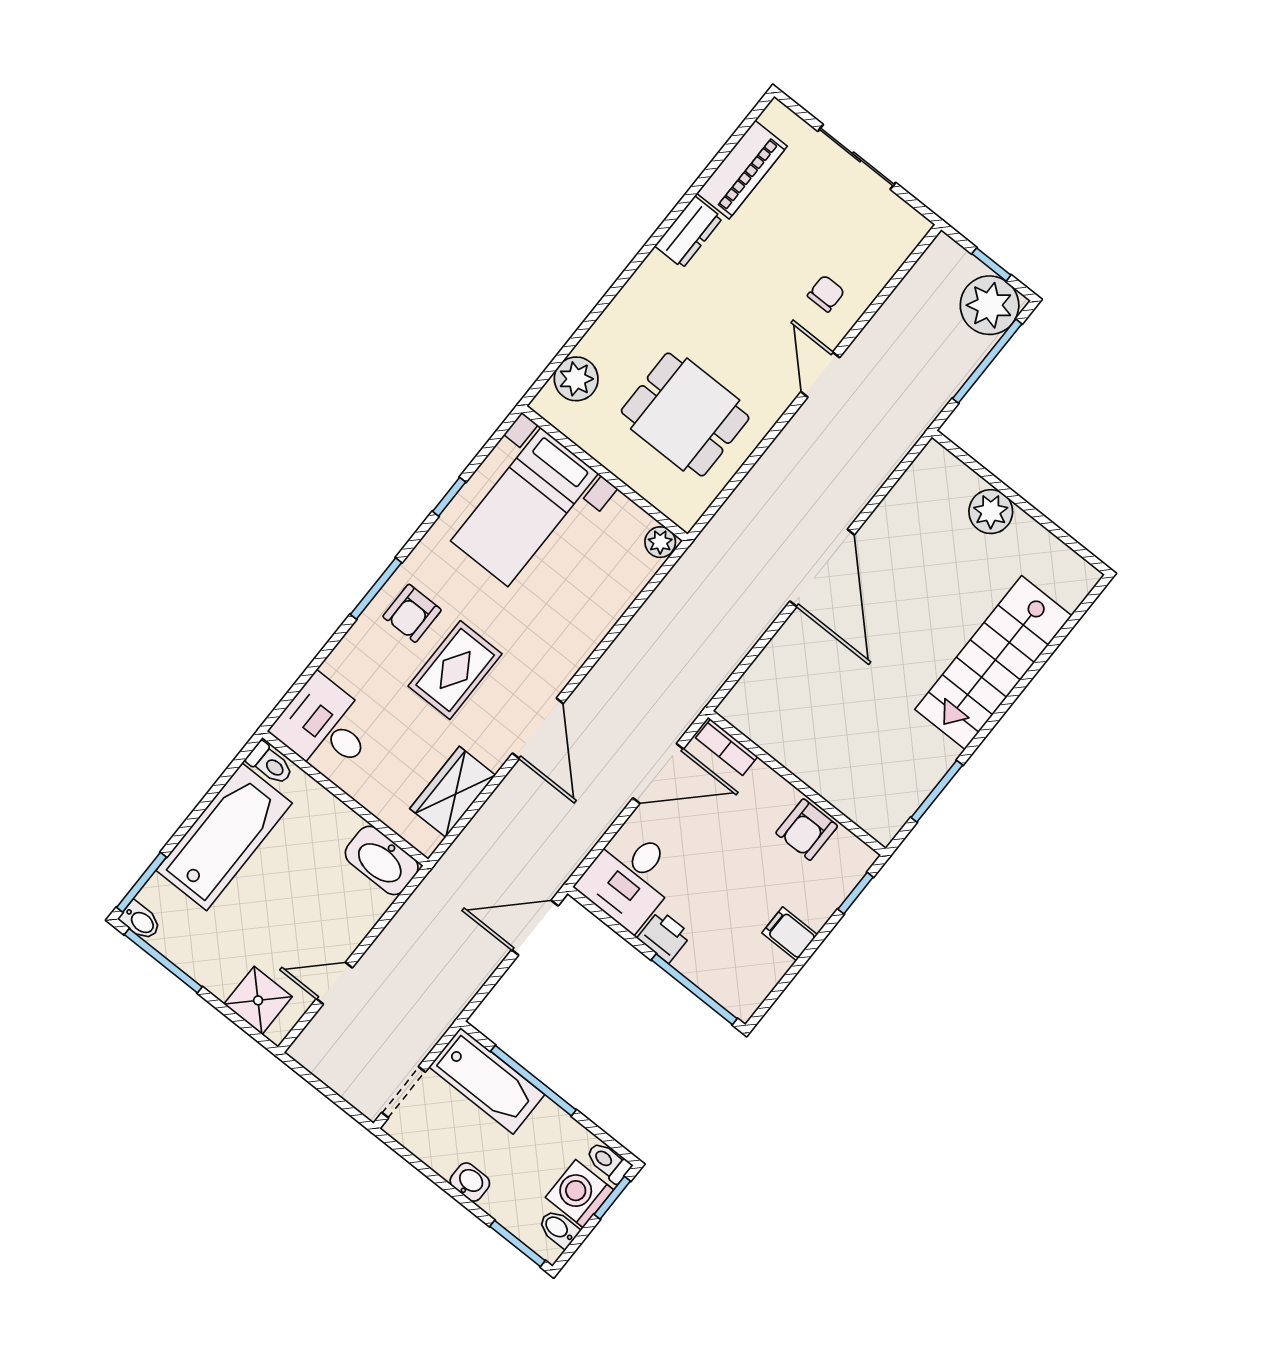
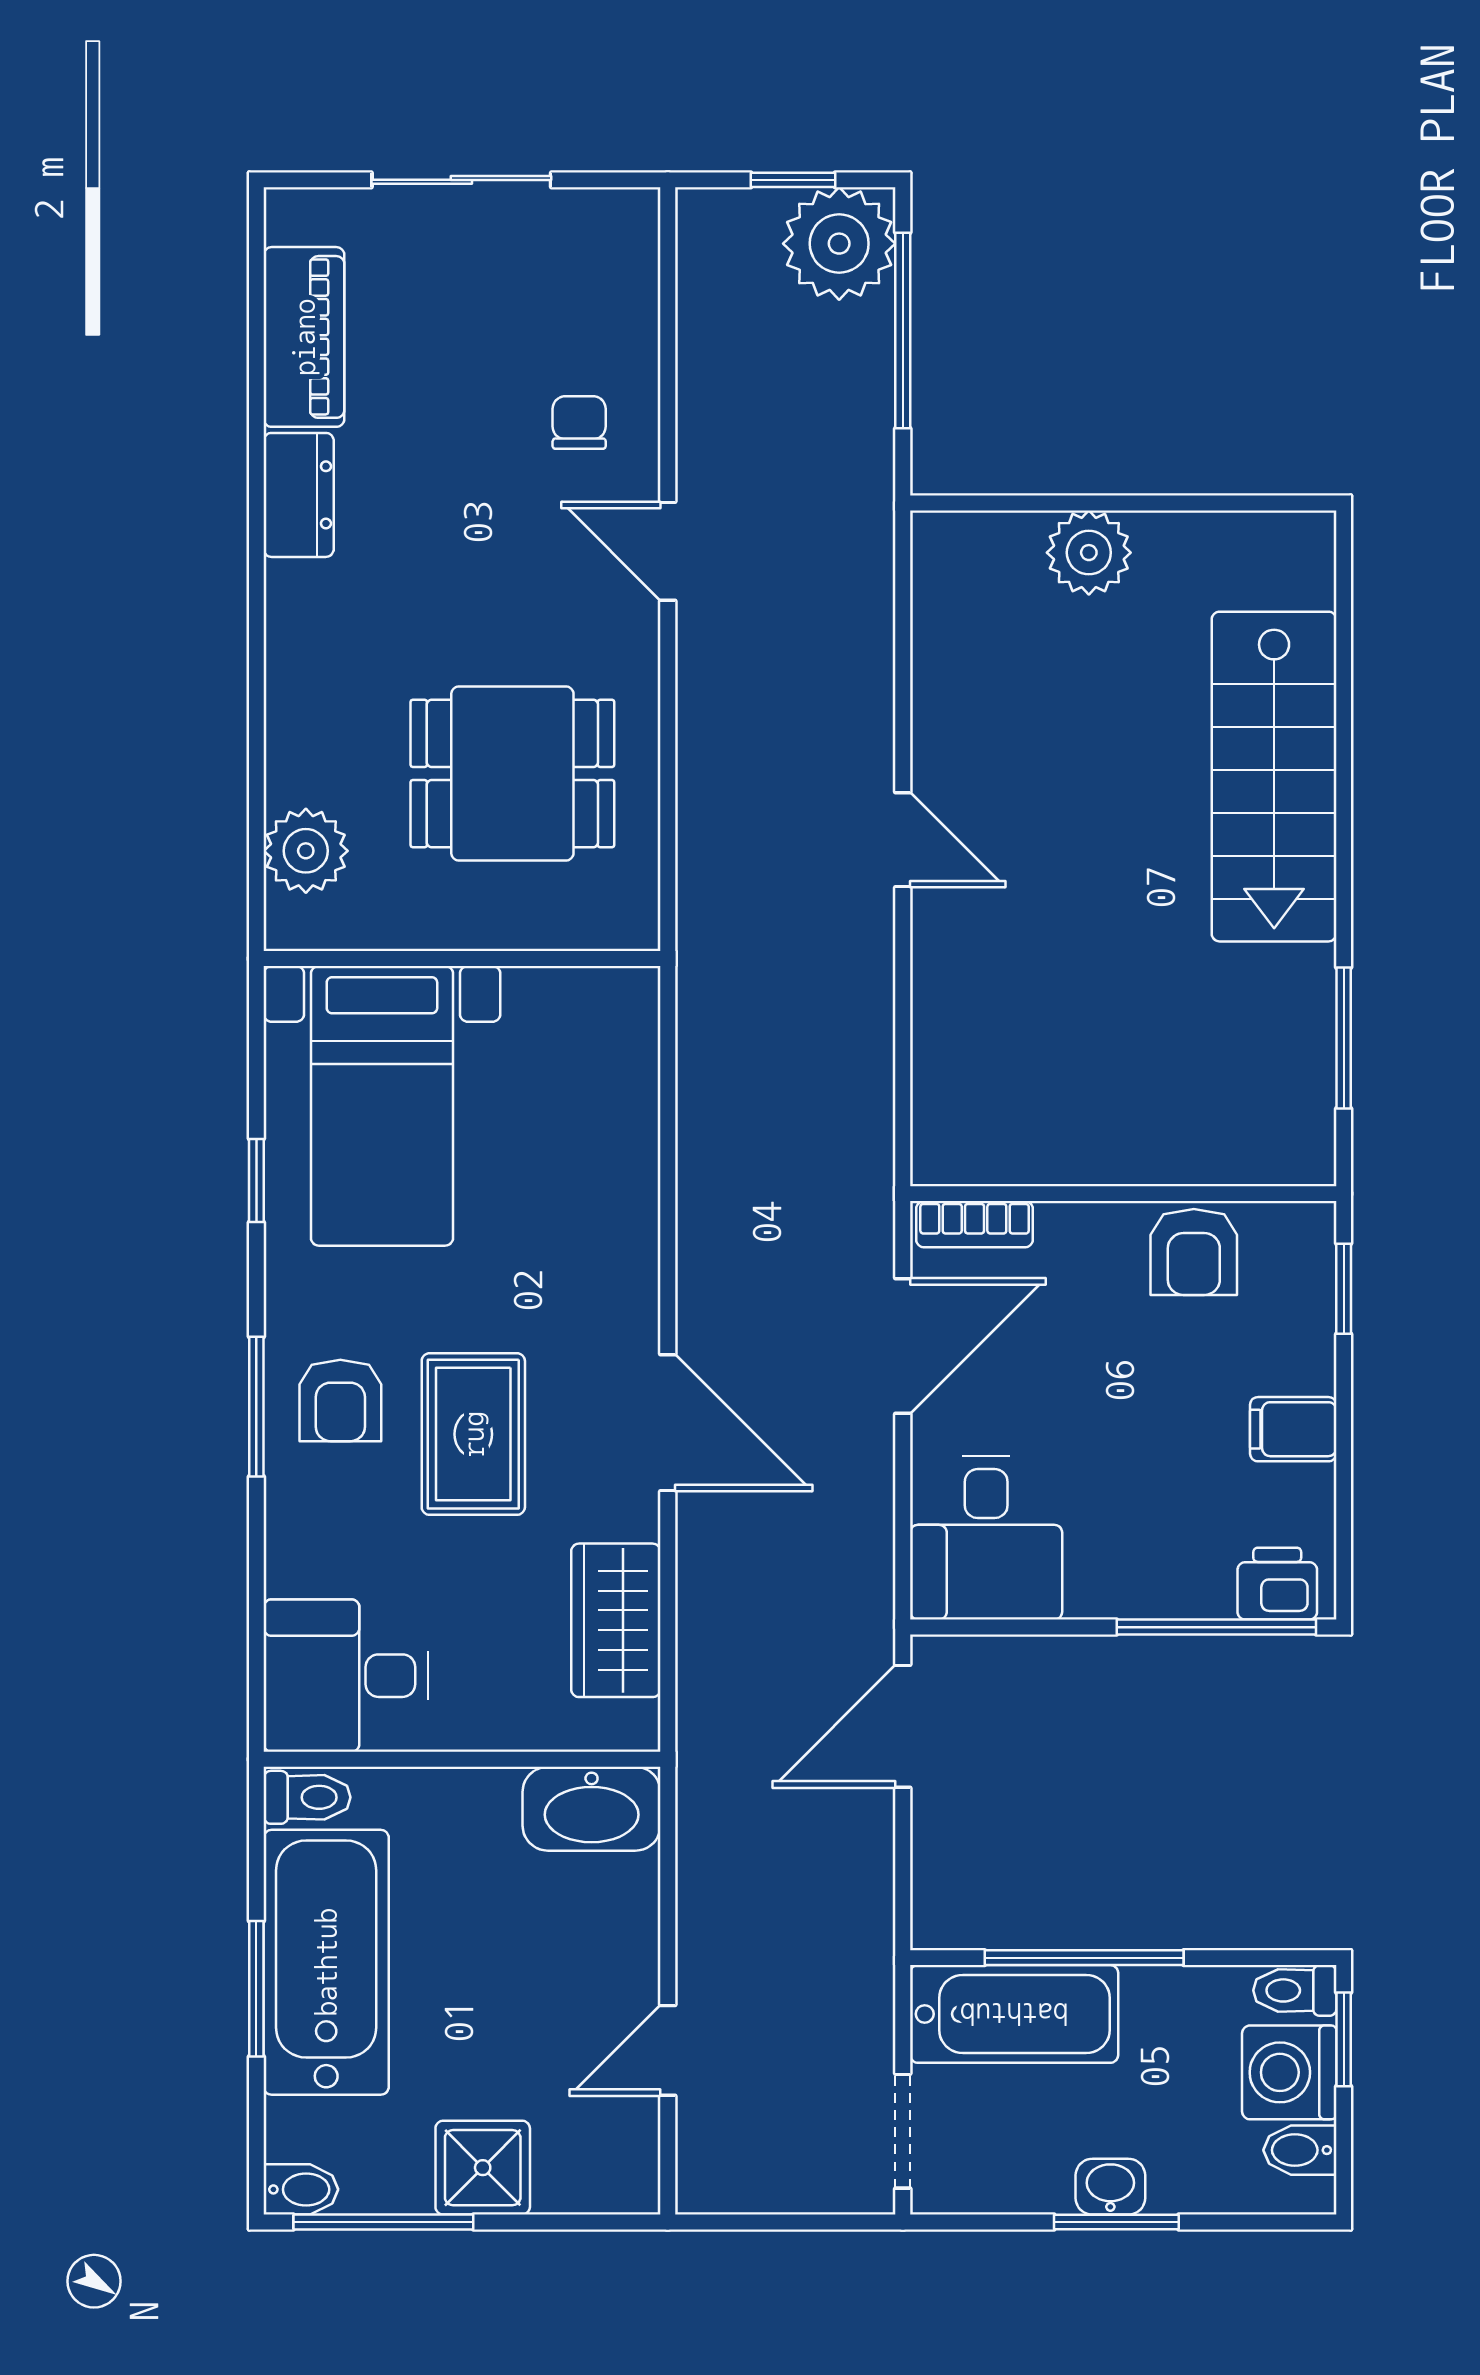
plant: (660, 542) -> (628, 995), removed
door: (822, 568) -> (903, 840), width x0.53
window: (142, 882) -> (256, 1989), moved
printer: (664, 936) -> (1277, 1584), moved
shower: (258, 1000) -> (483, 2168), moved
window: (517, 1244) -> (1116, 2222), moved

